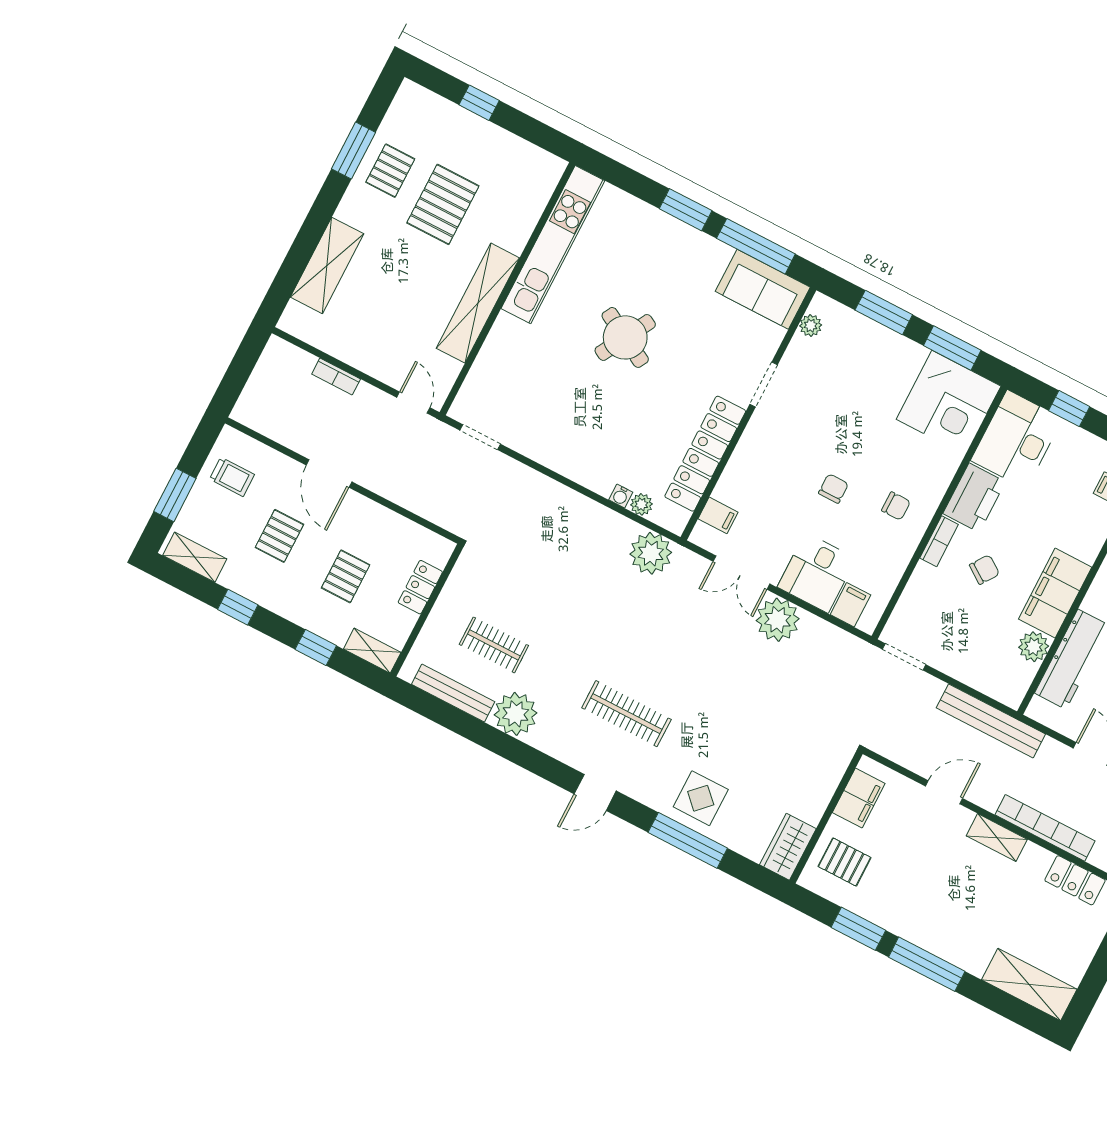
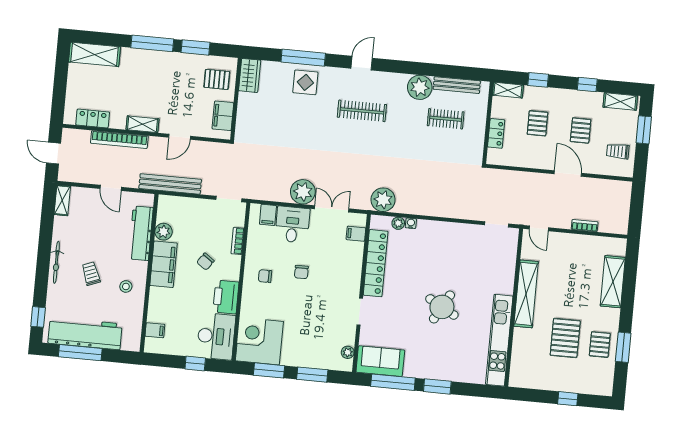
bookcase: (939, 541) -> (238, 241), moved

